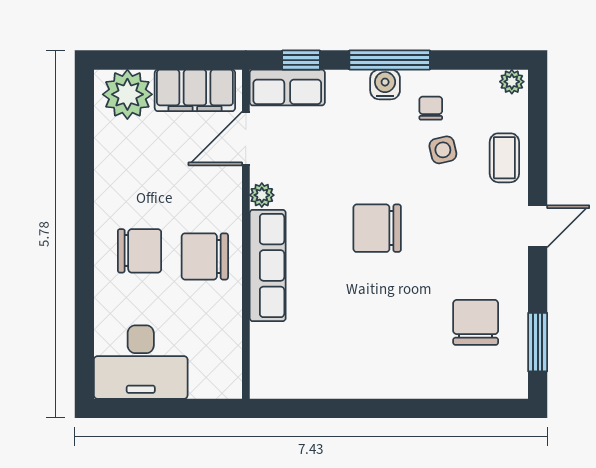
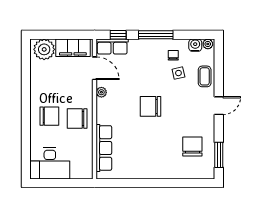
water cooler: (385, 84) -> (195, 45), moved
door: (246, 139) -> (95, 68), swing flipped
row of seats: (268, 265) -> (104, 148), moved

